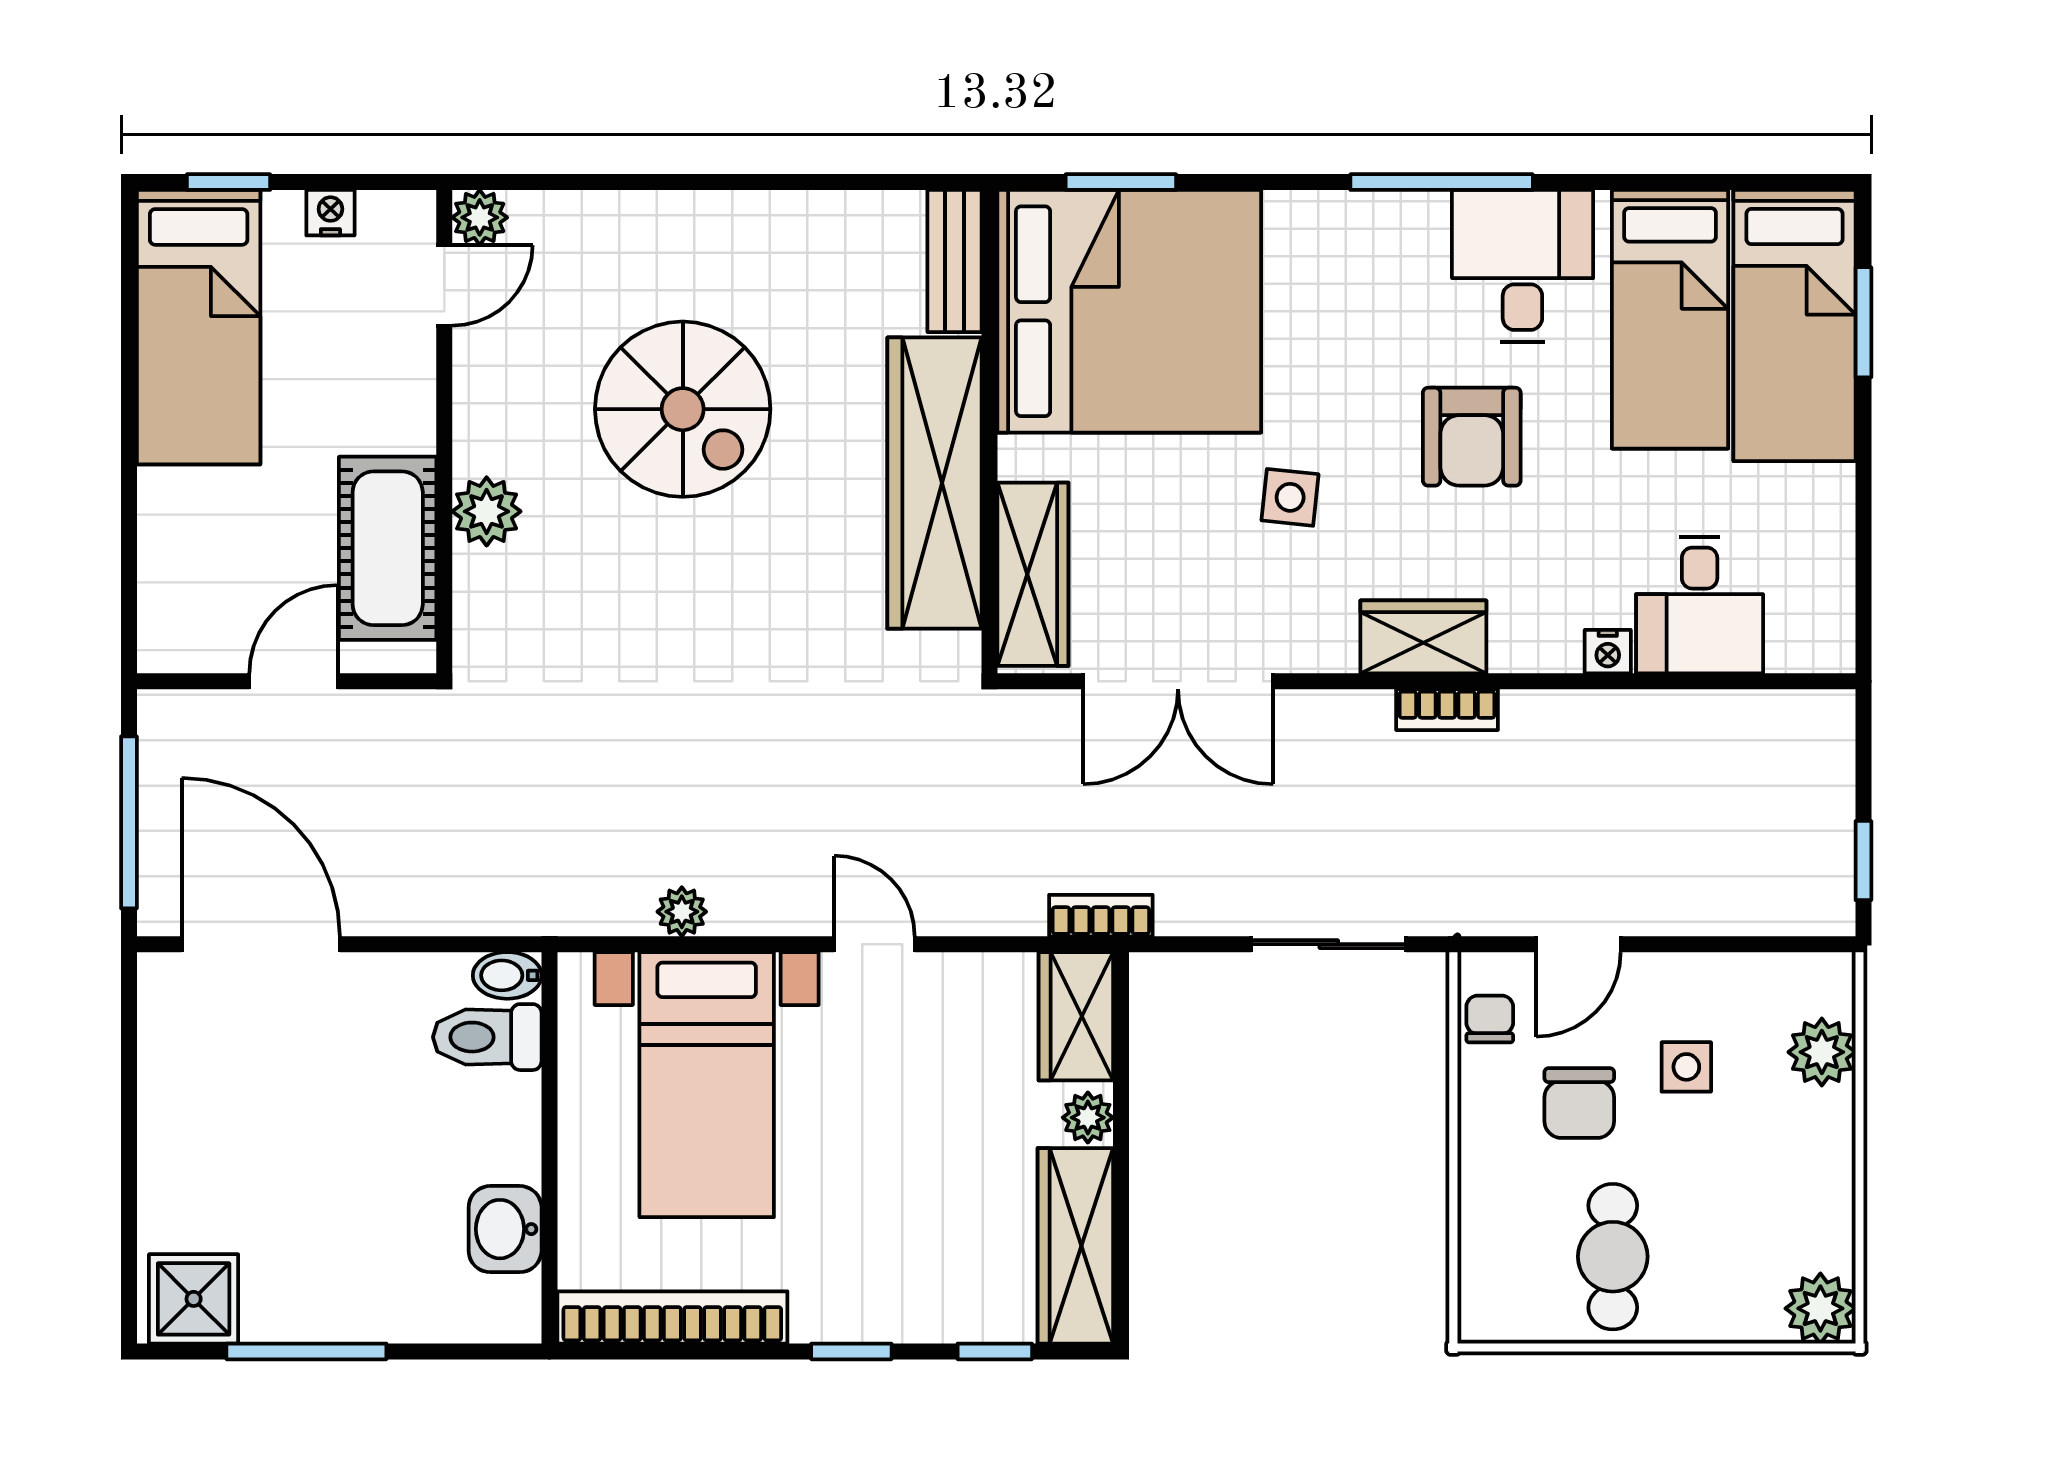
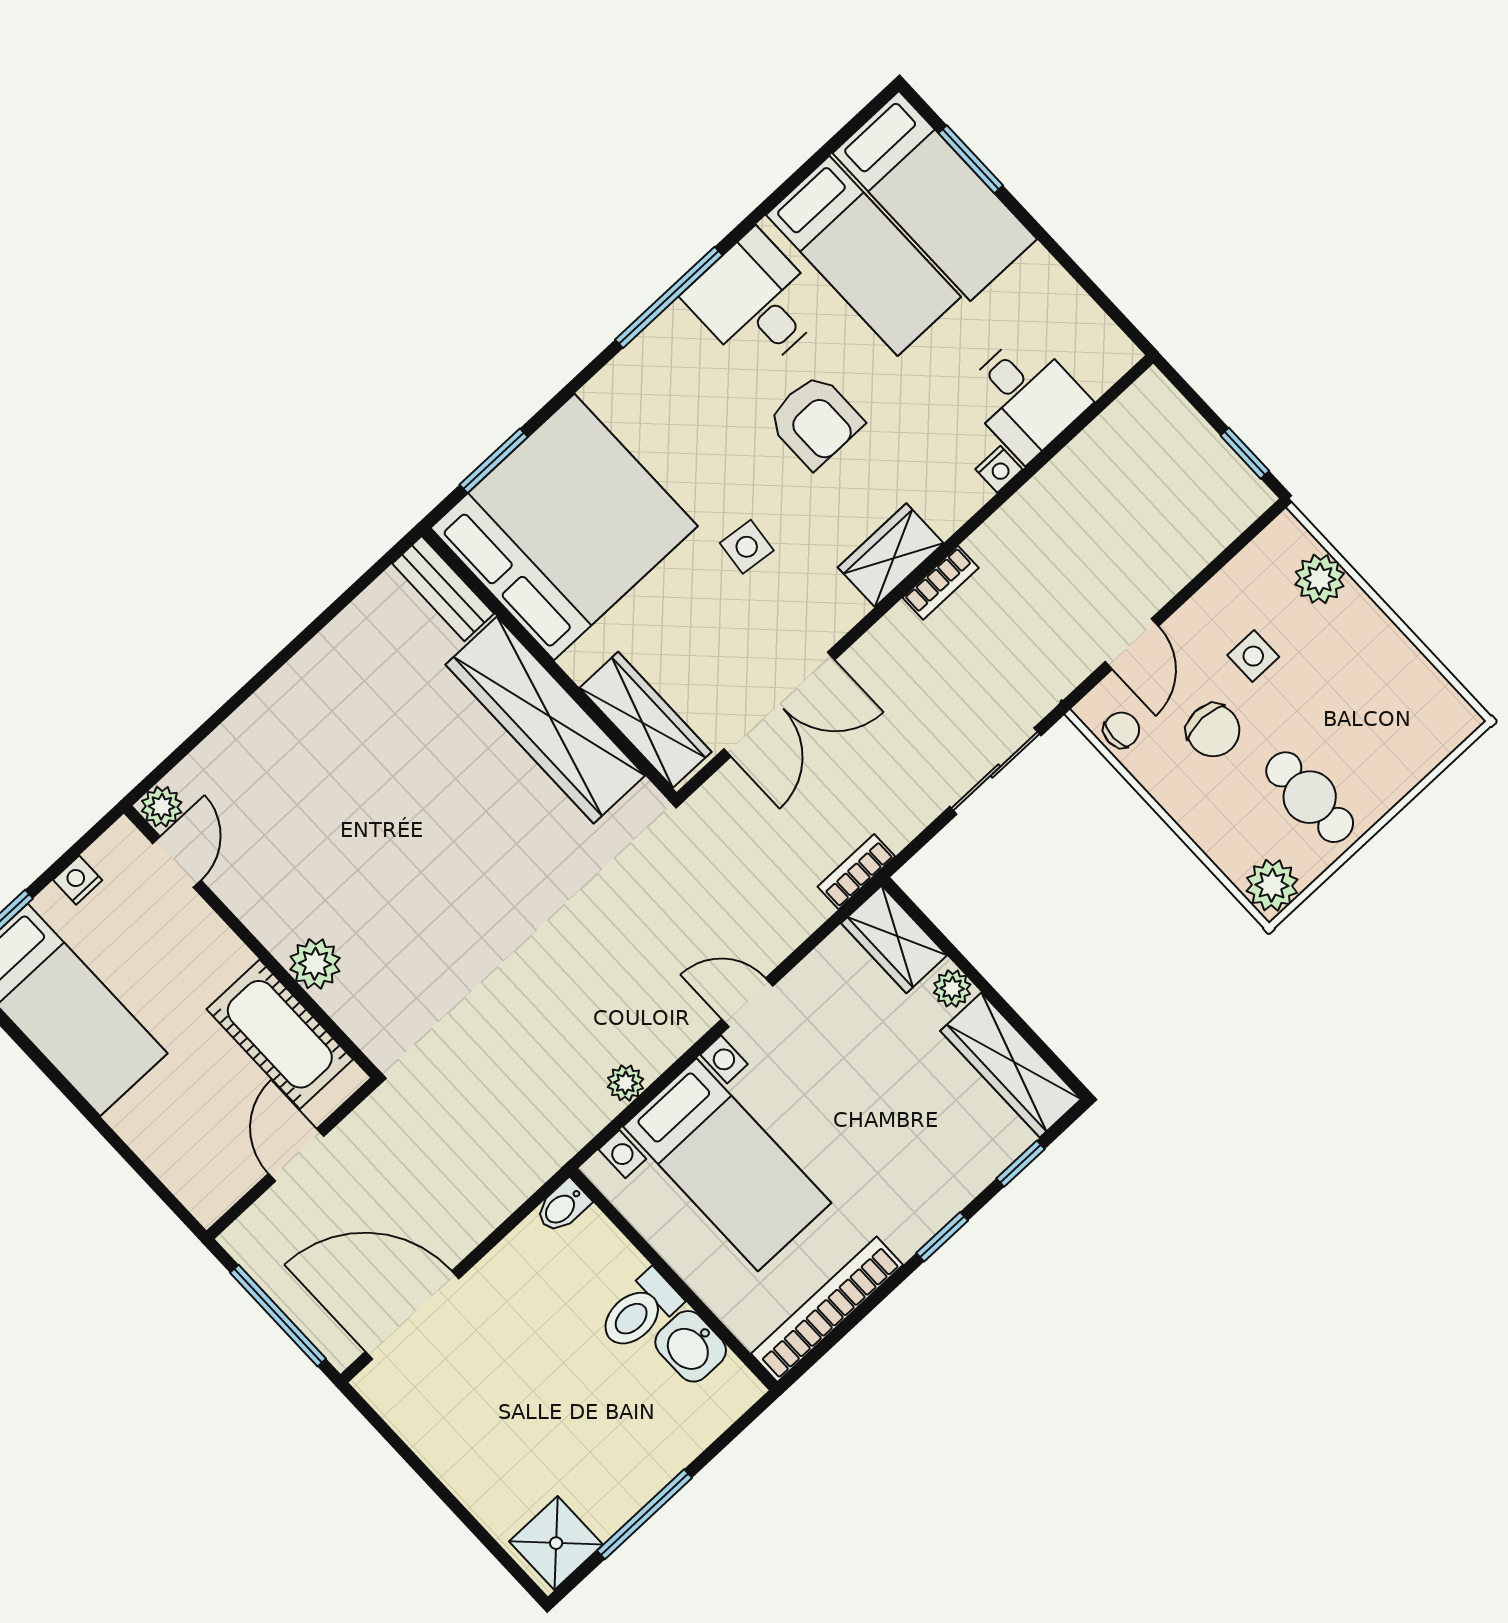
spiral stairs: (683, 409) -> (370, 808), removed
chair: (1490, 1019) -> (1121, 730), turned 90
toilet: (487, 1037) -> (639, 1311), moved
plant: (1820, 1308) -> (1272, 885), moved

